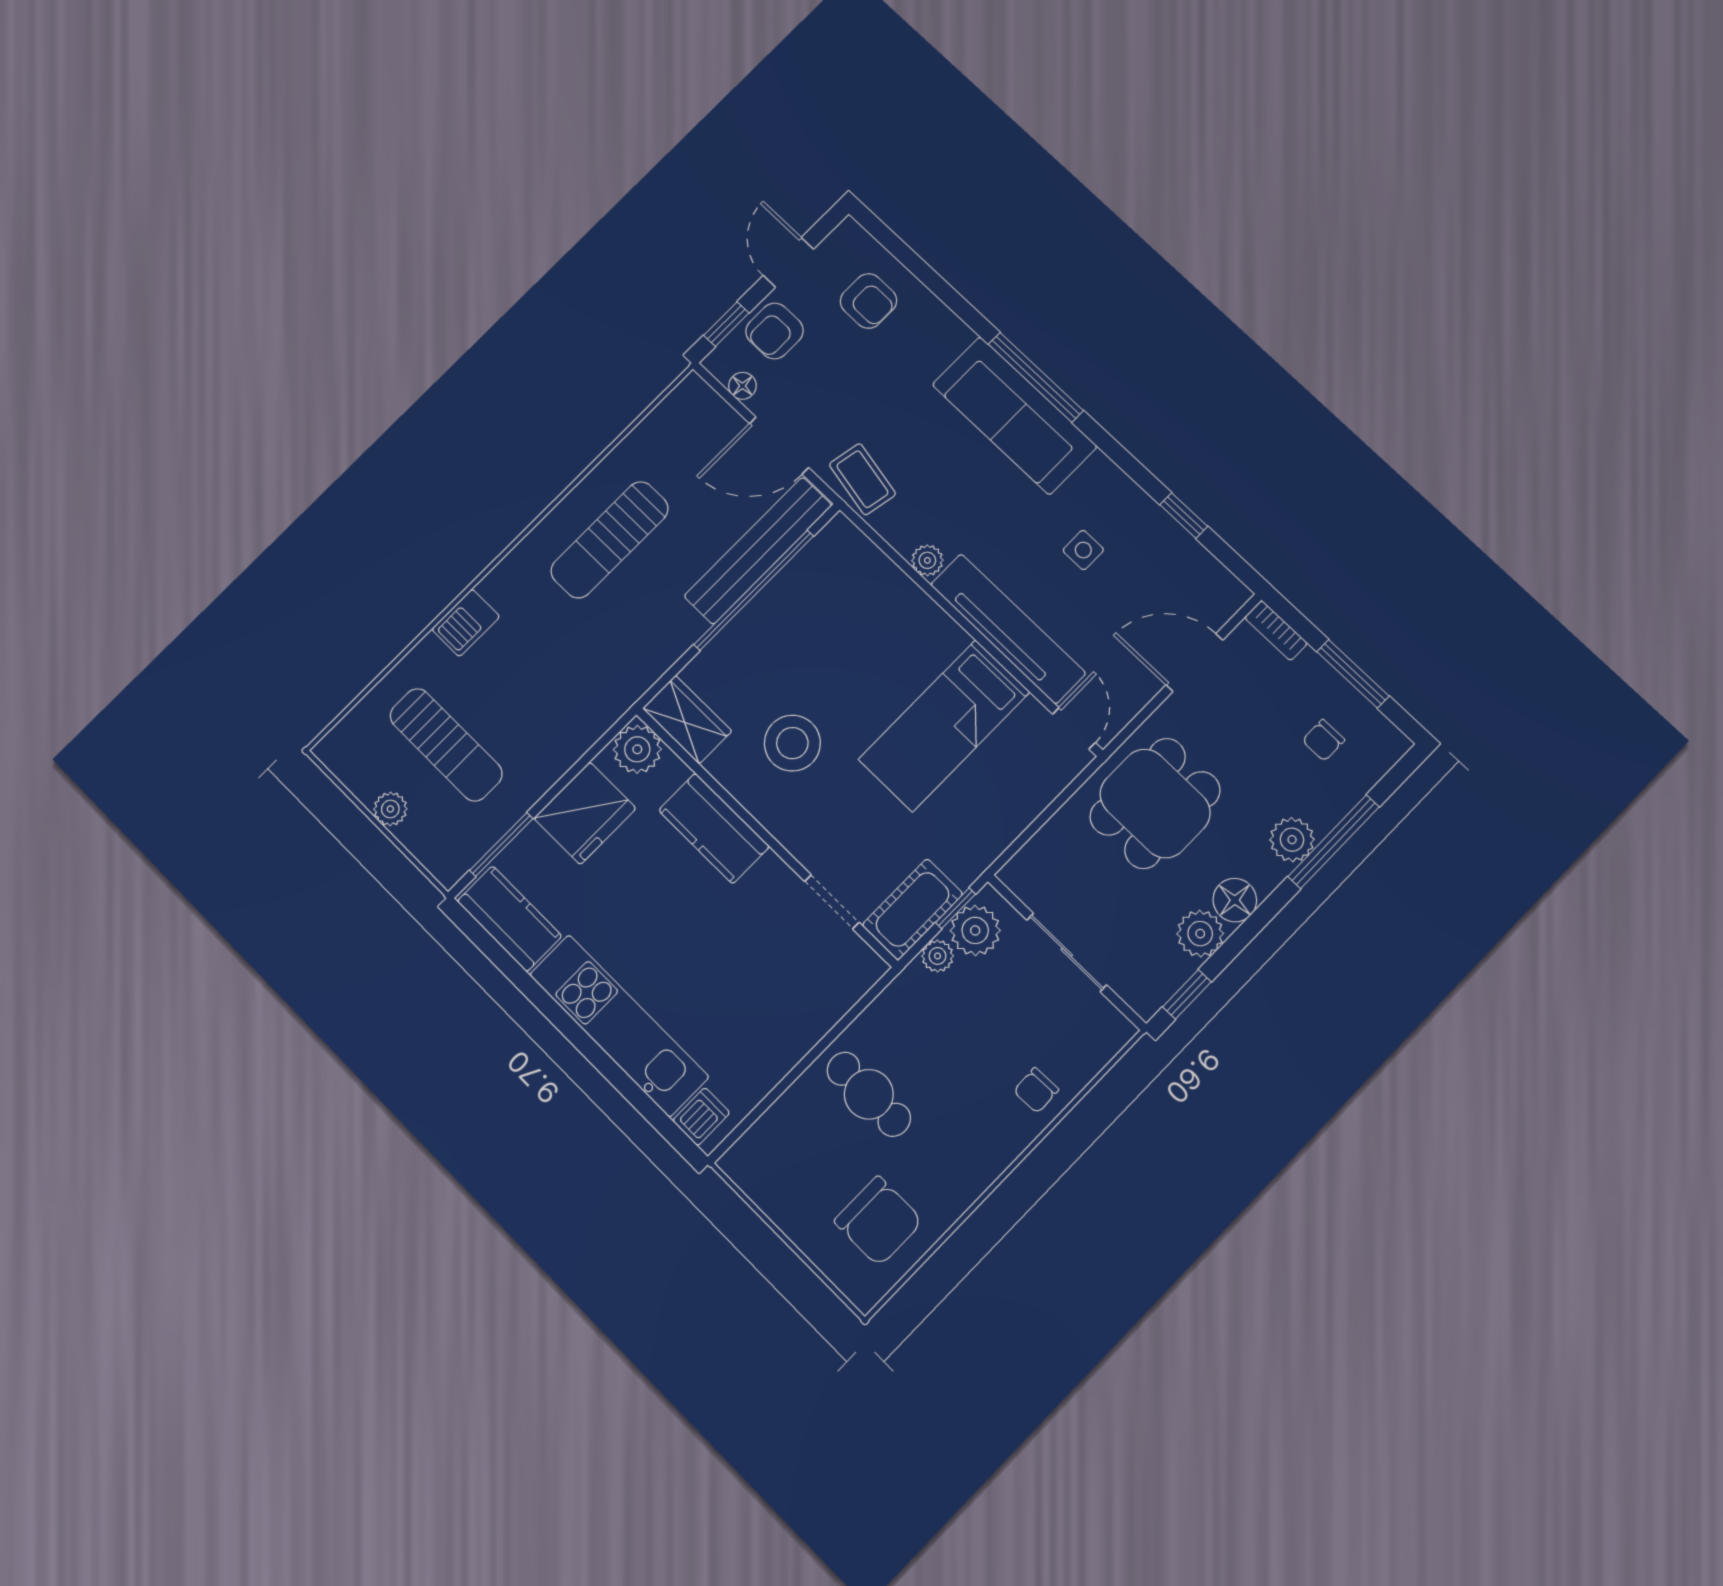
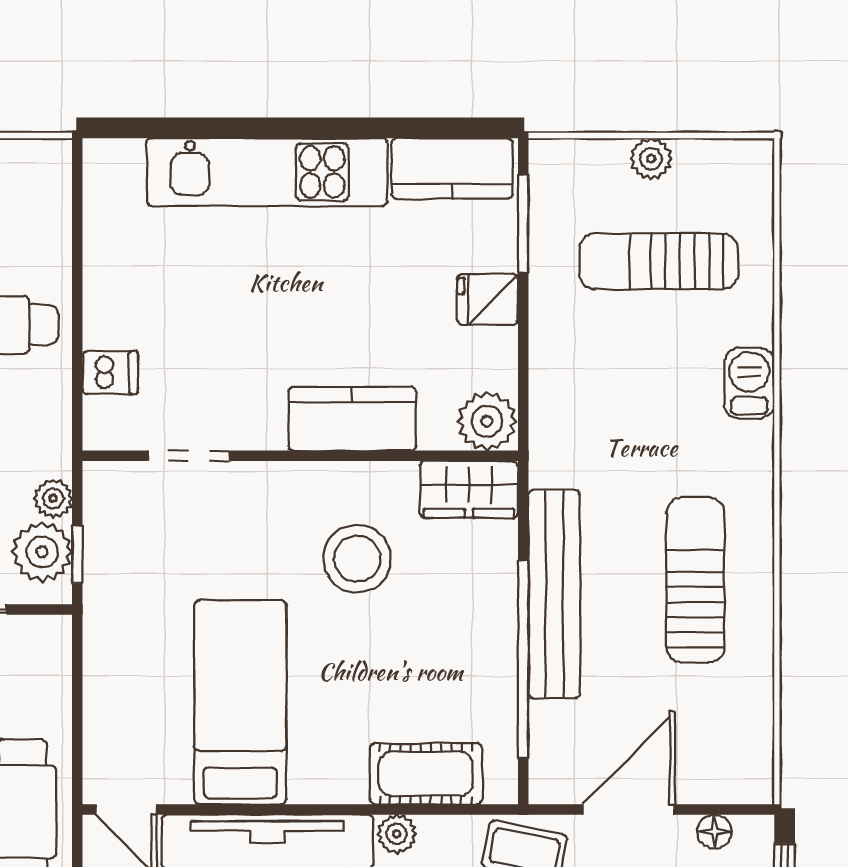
bench: (758, 551) -> (554, 594), moved
fridge: (585, 813) -> (488, 299), width x0.53, depth x0.75
cot: (913, 909) -> (426, 774), moved, turned 90
dishwasher: (701, 1117) -> (110, 373), moved, turned -90

